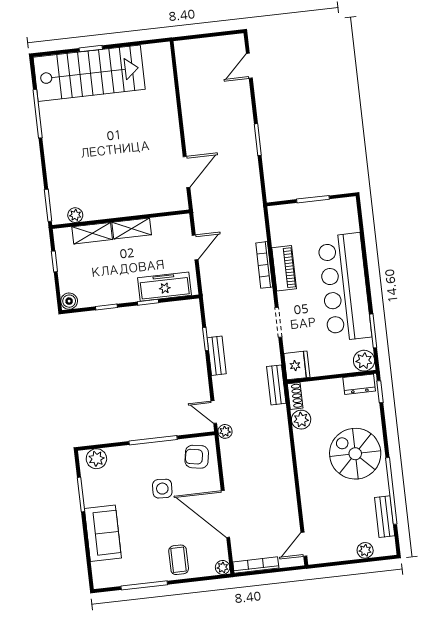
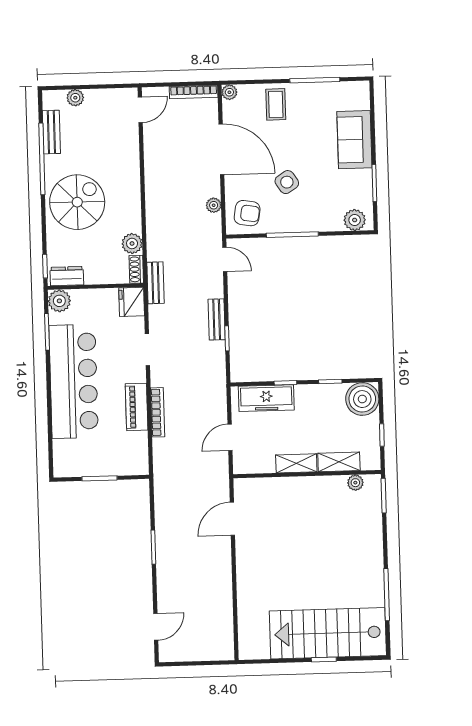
boiler: (69, 301) -> (362, 399), width x1.86, depth x1.86
plant: (225, 431) -> (214, 205), moved
spiral stairs: (355, 454) -> (77, 202), turned -90
side table: (162, 489) -> (287, 182), turned -36

